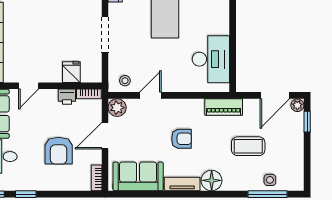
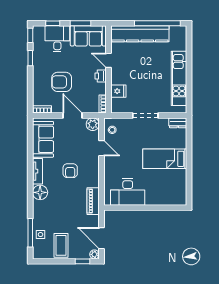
printer: (67, 97) -> (101, 76), moved
coffee table: (248, 146) -> (61, 245), moved

